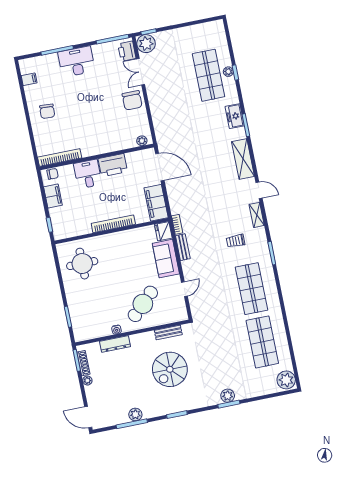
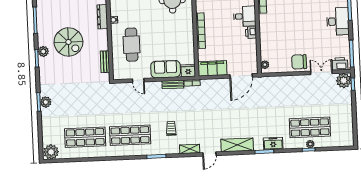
printer: (113, 165) -> (251, 33), width x0.53, depth x0.68
cafe table: (143, 304) -> (132, 45), turned 44
spiral stairs: (170, 369) -> (68, 42), moved, turned 180
plant: (135, 415) -> (43, 51), moved

